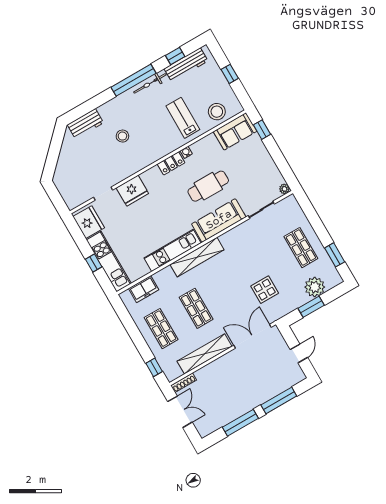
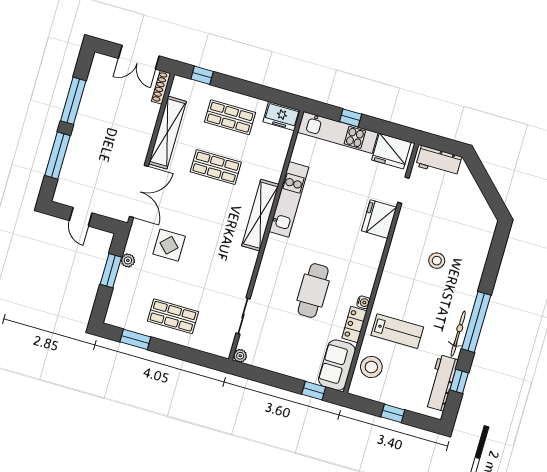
workbench: (85, 124) -> (439, 161), moved, turned -90
locker: (171, 163) -> (354, 325), moved
sofa: (219, 220) -> (273, 268), removed
plant: (315, 287) -> (128, 260), moved, width x0.53, depth x0.53
freezer: (144, 289) -> (282, 116), moved, turned -90

